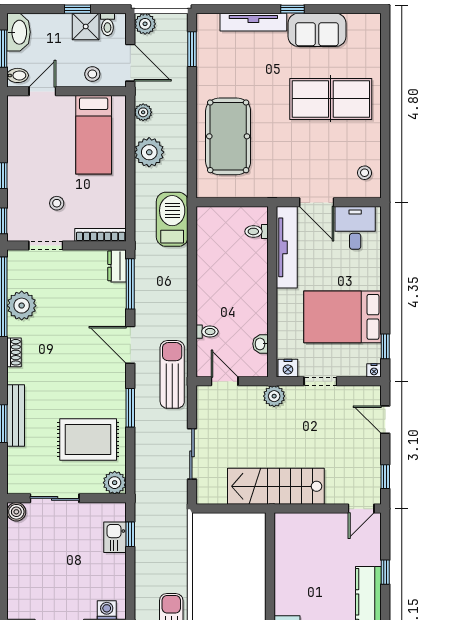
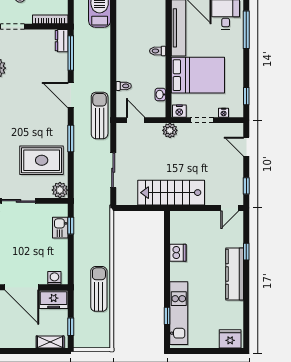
toilet: (257, 231) -> (158, 51), moved
window: (385, 250) -> (246, 30), added
bed: (343, 317) -> (198, 75), moved, turned 180
nightstand: (374, 370) -> (224, 113), moved
dishwasher: (286, 574) -> (178, 253), added

